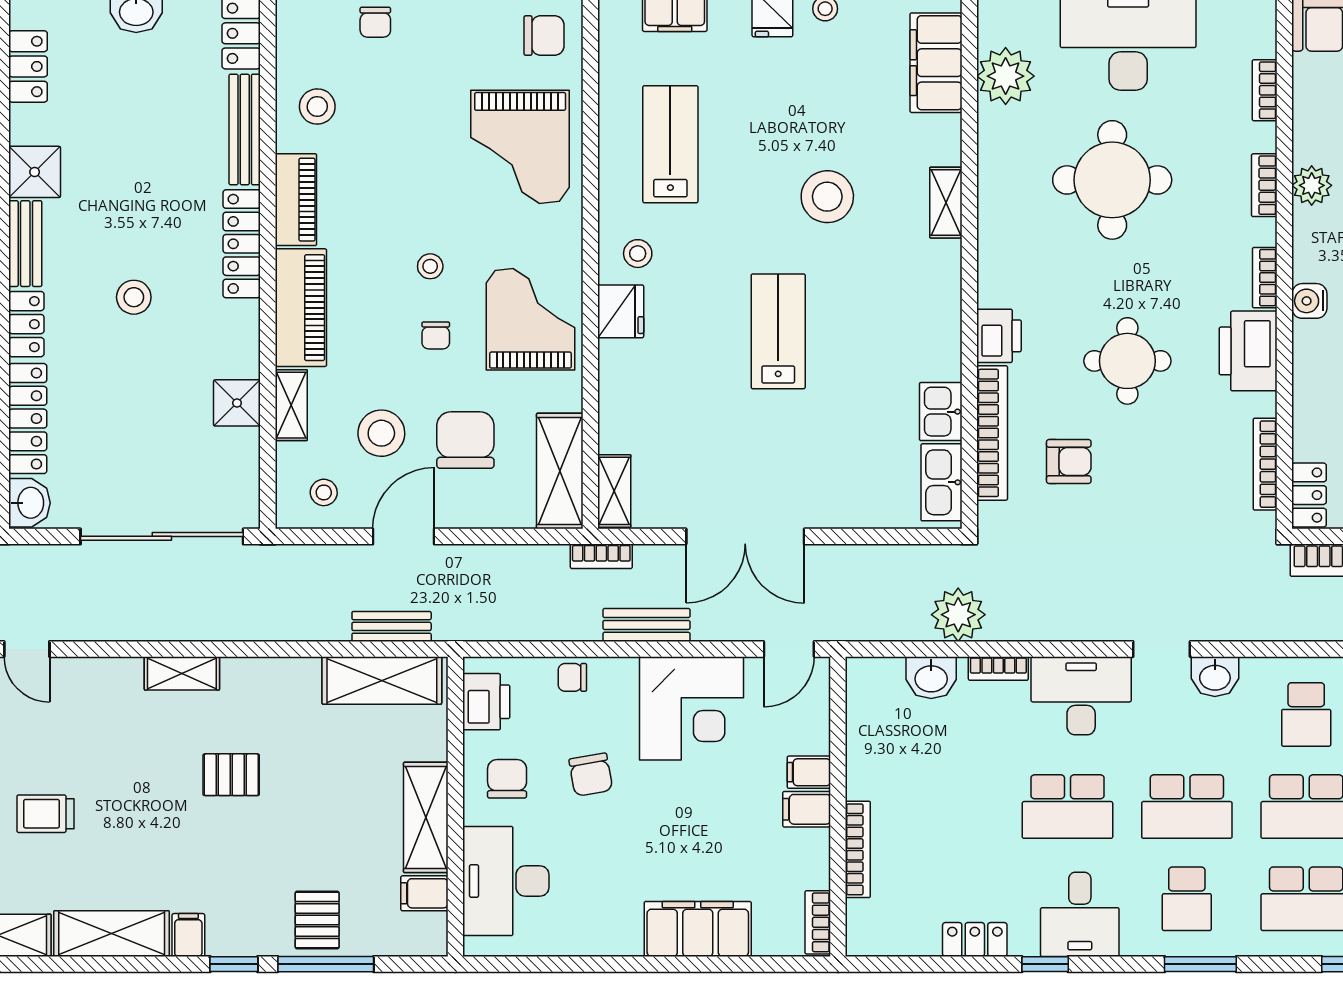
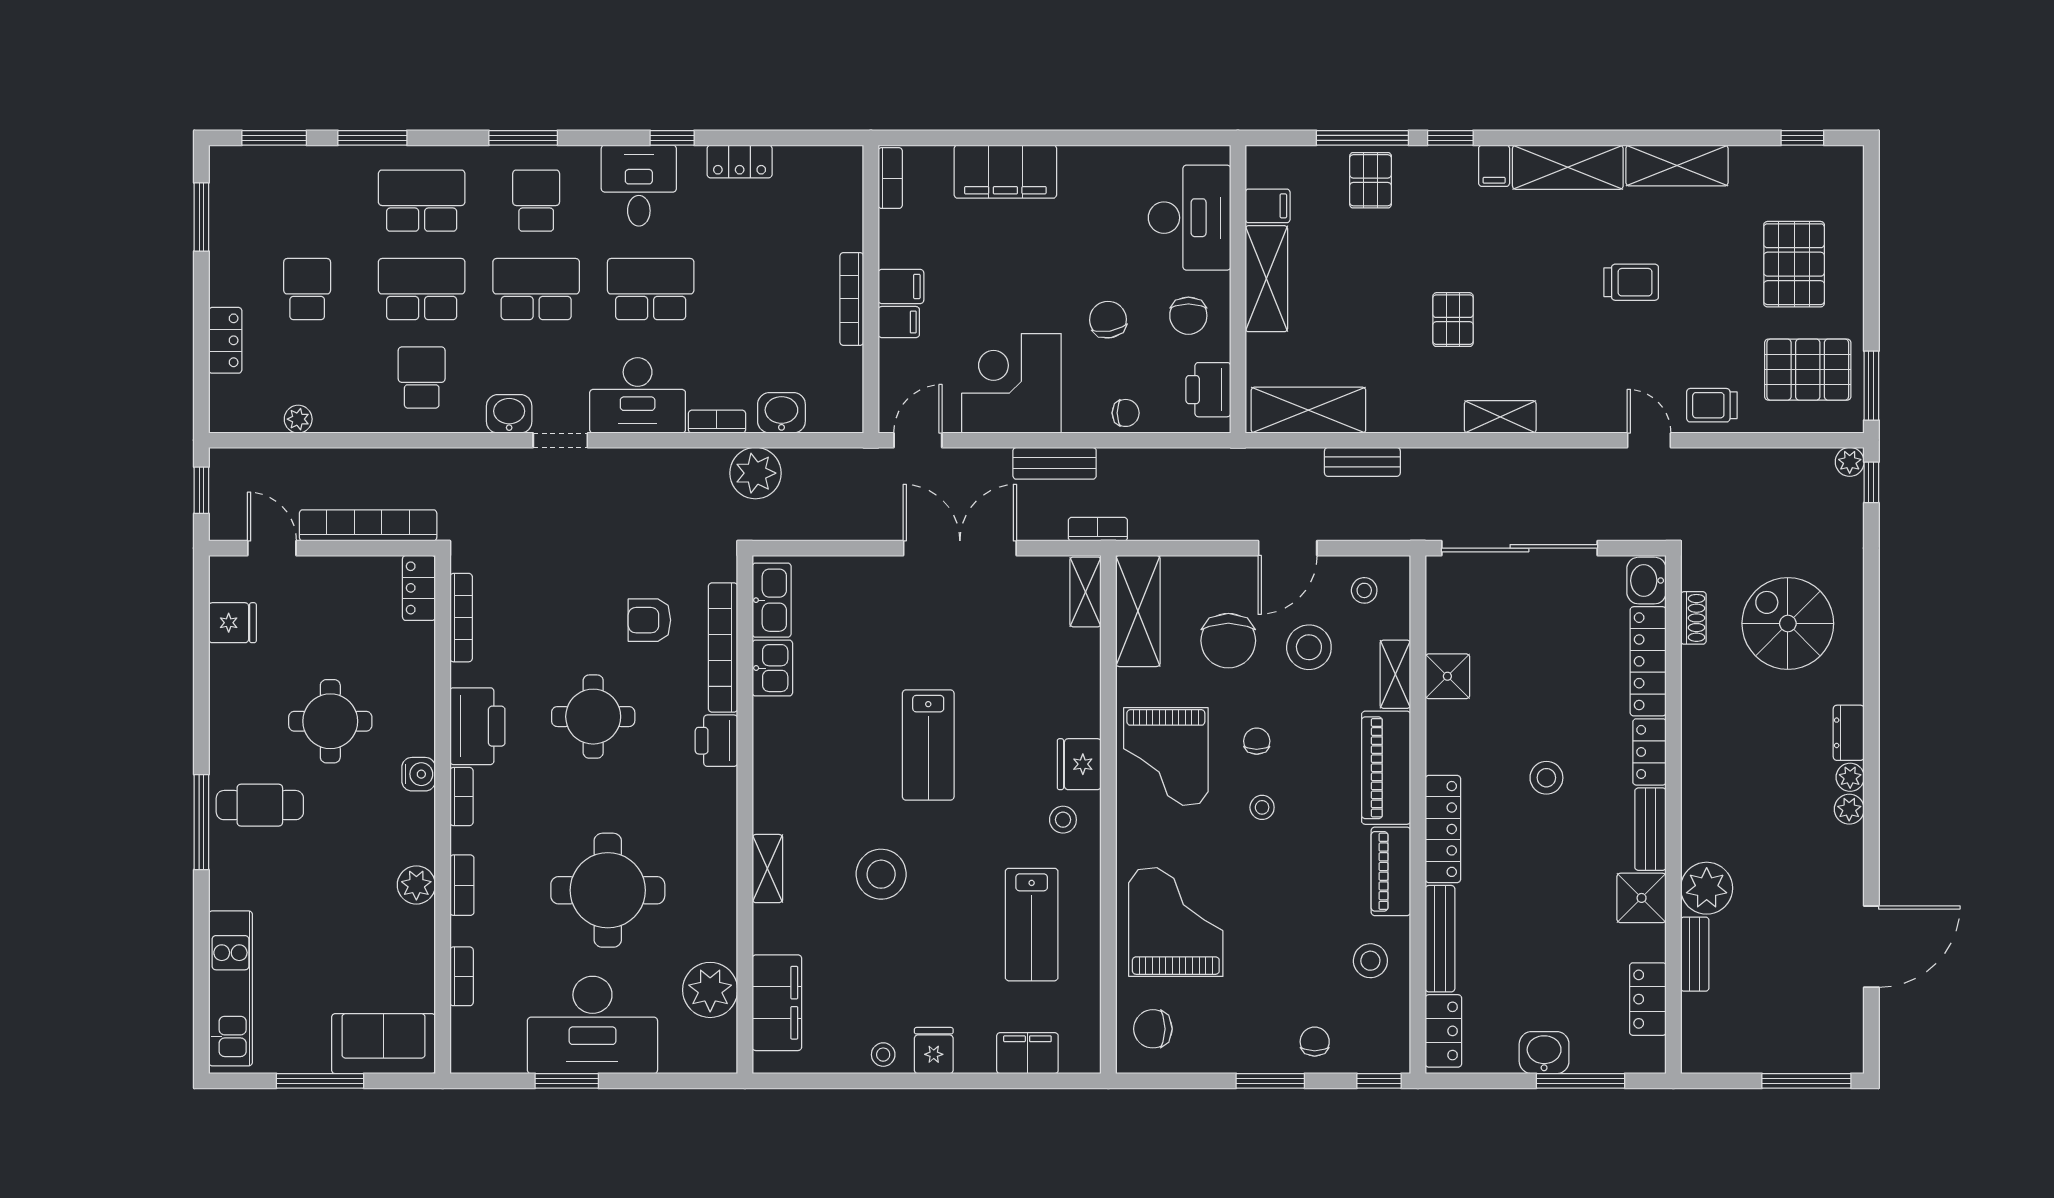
bench: (392, 626) -> (1362, 462), moved
pallet: (231, 775) -> (1453, 320), turned 90
bookcase: (858, 849) -> (852, 299), moved

